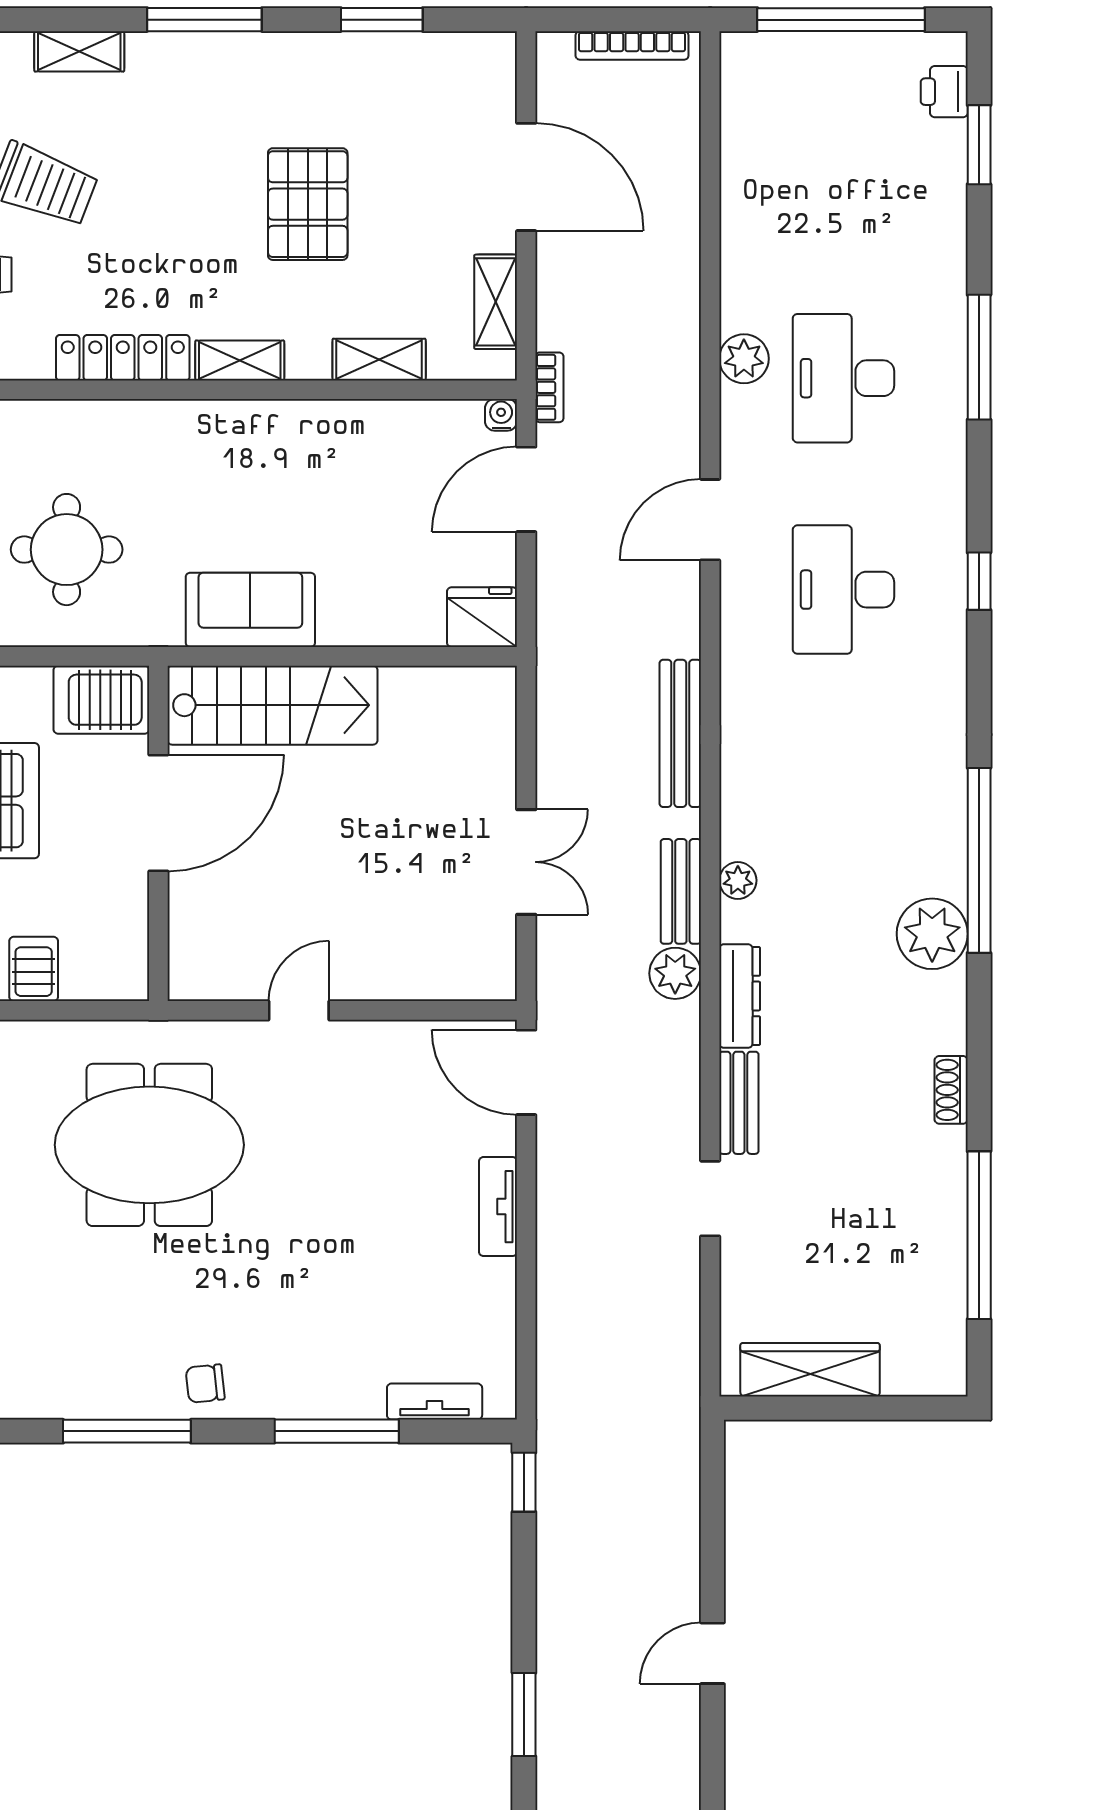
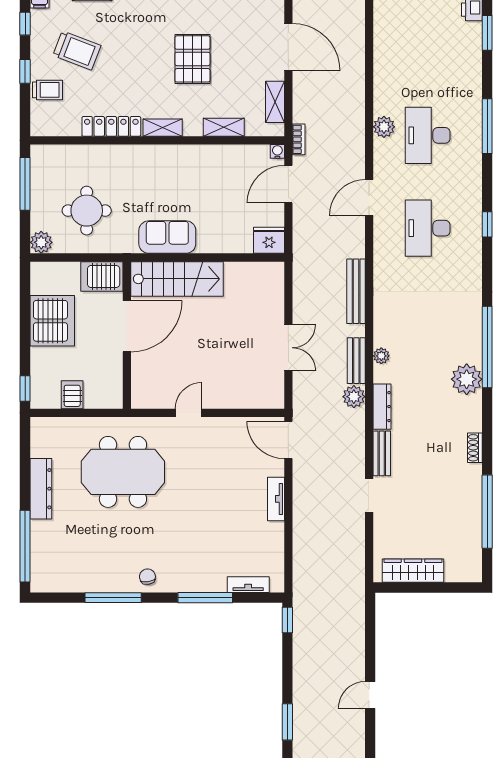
chair: (205, 1384) -> (147, 577), turned 87

